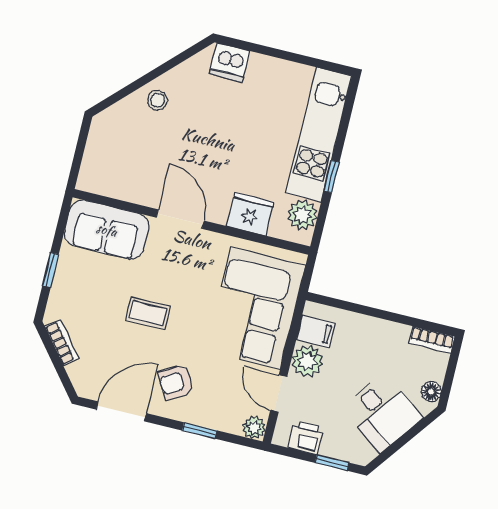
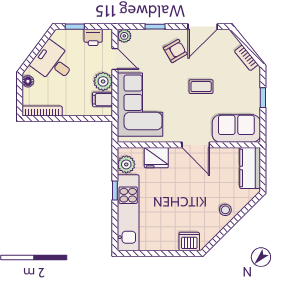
kitchen counter: (100, 159) -> (250, 168), added
bookcase: (432, 340) -> (42, 111), width x1.56

